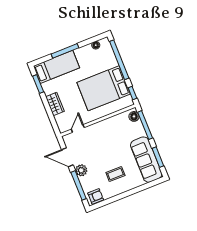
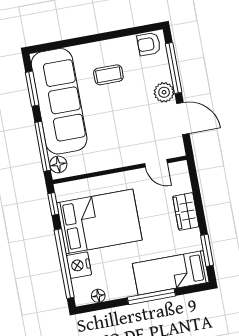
nightstand: (110, 61) -> (79, 265), added
door: (78, 128) -> (156, 163), hinge flipped
sofa: (146, 160) -> (59, 101), width x1.36, depth x1.27

